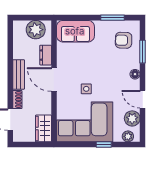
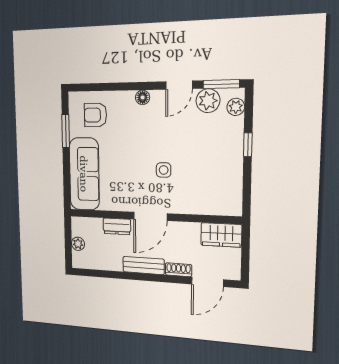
plant: (36, 30) -> (78, 244), width x0.53, depth x0.53
sofa: (75, 31) -> (84, 174), width x1.36
armchair: (124, 40) -> (95, 115), turned 88
window: (143, 52) -> (221, 84), moved
corner sofa: (85, 122) -> (212, 174), removed

